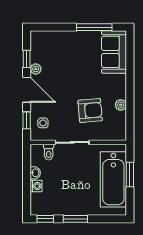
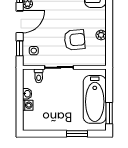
door: (27, 90) -> (20, 22), hinge flipped
window: (130, 174) -> (109, 113), moved
window: (45, 219) -> (36, 134), removed
window: (75, 219) -> (77, 134), moved

